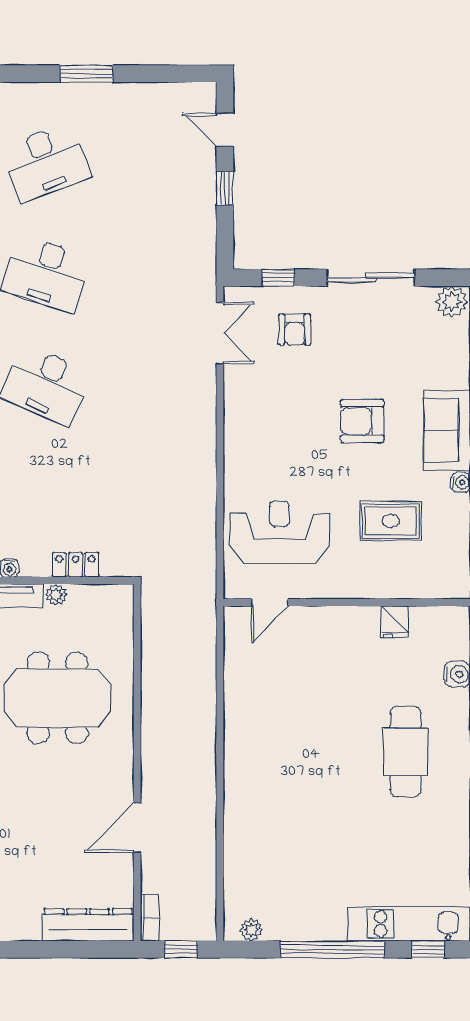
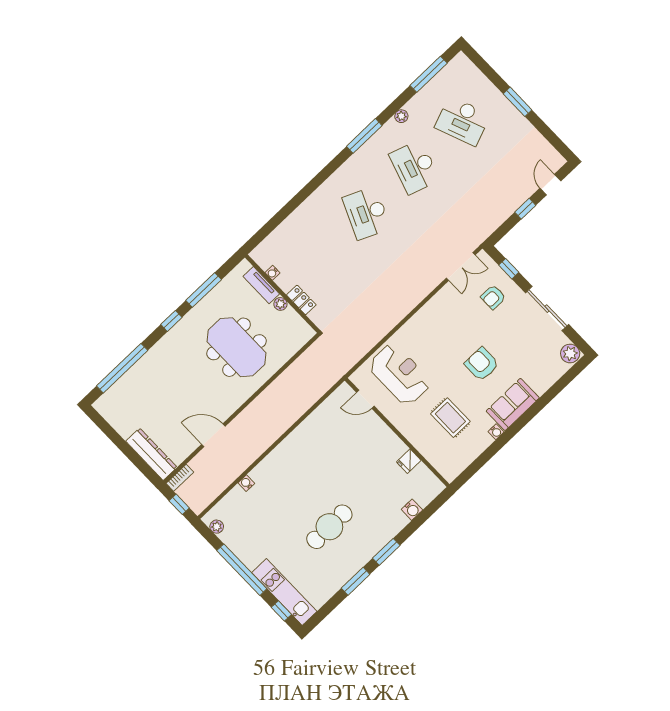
cafe table: (406, 752) -> (329, 527), moved
water cooler: (233, 844) -> (246, 483), added

